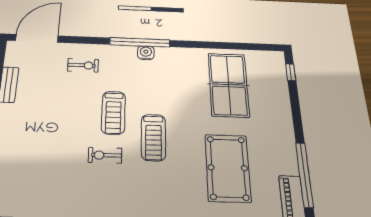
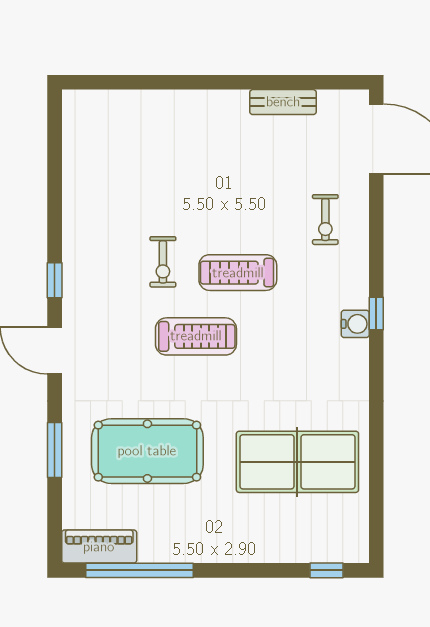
window: (140, 42) -> (376, 314), width x0.32
treadmill: (153, 137) -> (196, 336), turned 180
exercise bike: (105, 155) -> (163, 262), turned 180

